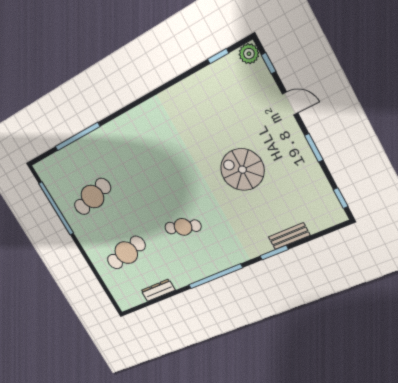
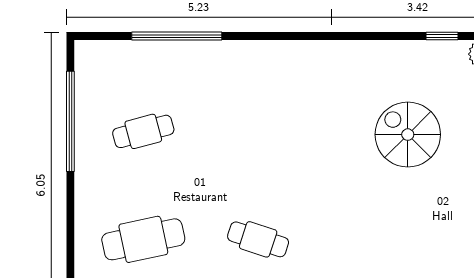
spiral stairs: (242, 170) -> (408, 135), moved
cafe table: (92, 197) -> (143, 131), width x0.73, depth x0.74

